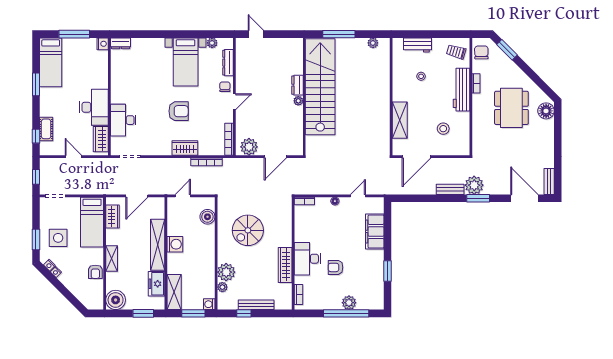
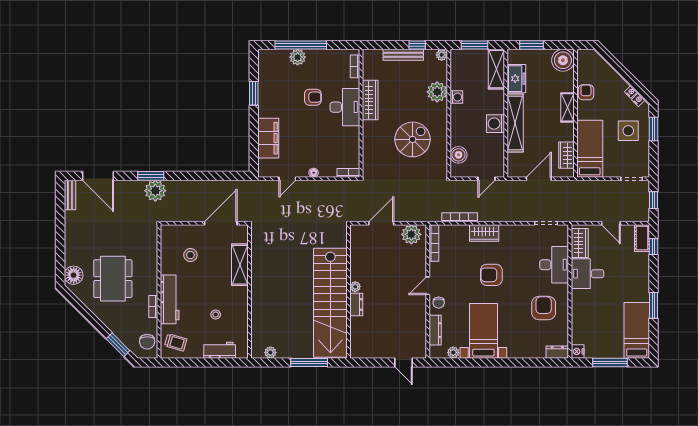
armchair: (133, 82) -> (544, 308), added
desk: (94, 107) -> (587, 274), width x0.73
cot: (46, 129) -> (642, 238), moved
bench: (450, 189) -> (183, 186), removed
plant: (222, 287) -> (442, 55), moved
washing machine: (209, 304) -> (456, 97), moved

